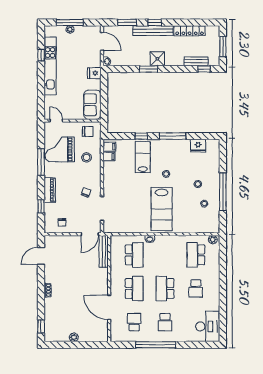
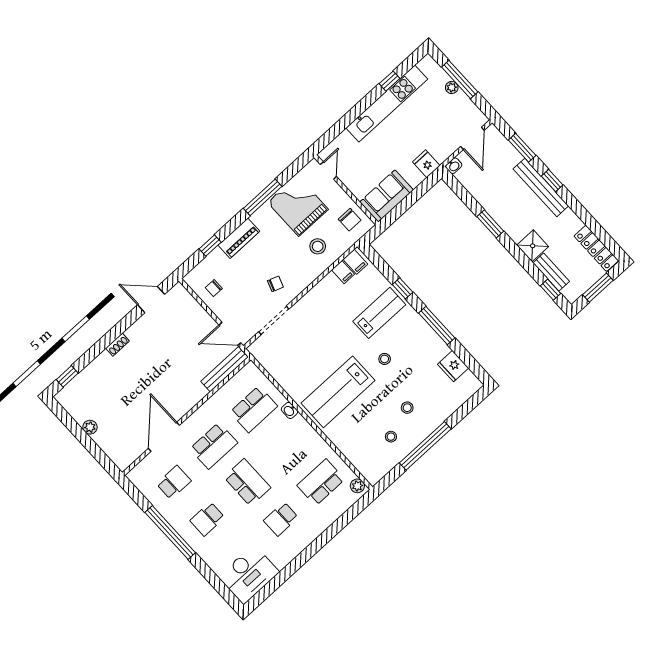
locker: (190, 31) -> (596, 248), moved
shower: (157, 59) -> (533, 246), moved
school desk: (165, 288) -> (247, 482), turned 90

